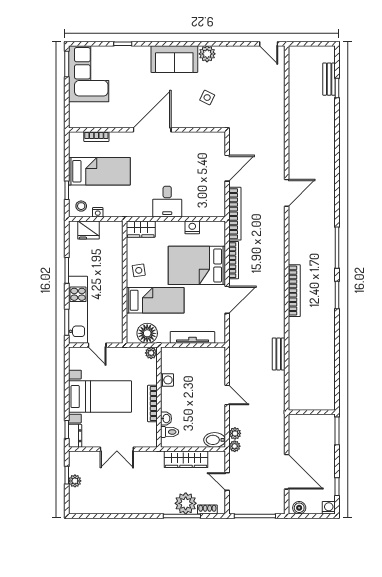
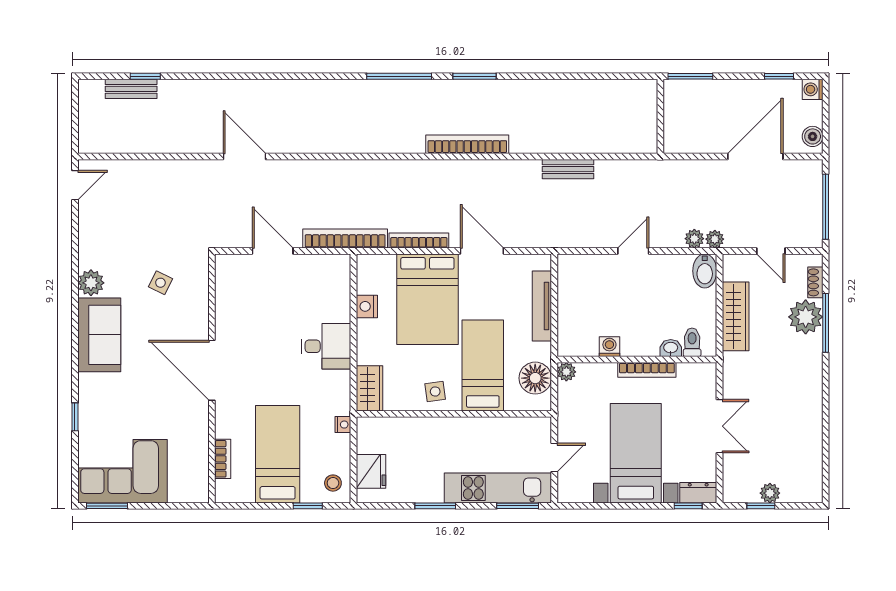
door: (287, 193) -> (244, 157), moved
nightstand: (98, 212) -> (343, 425), moved
door: (227, 481) -> (771, 251), hinge flipped

